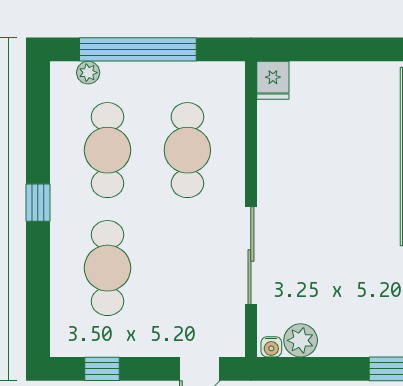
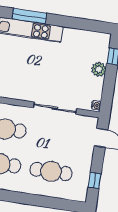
window: (38, 203) -> (18, 197), removed
plant: (301, 340) -> (99, 69), moved

